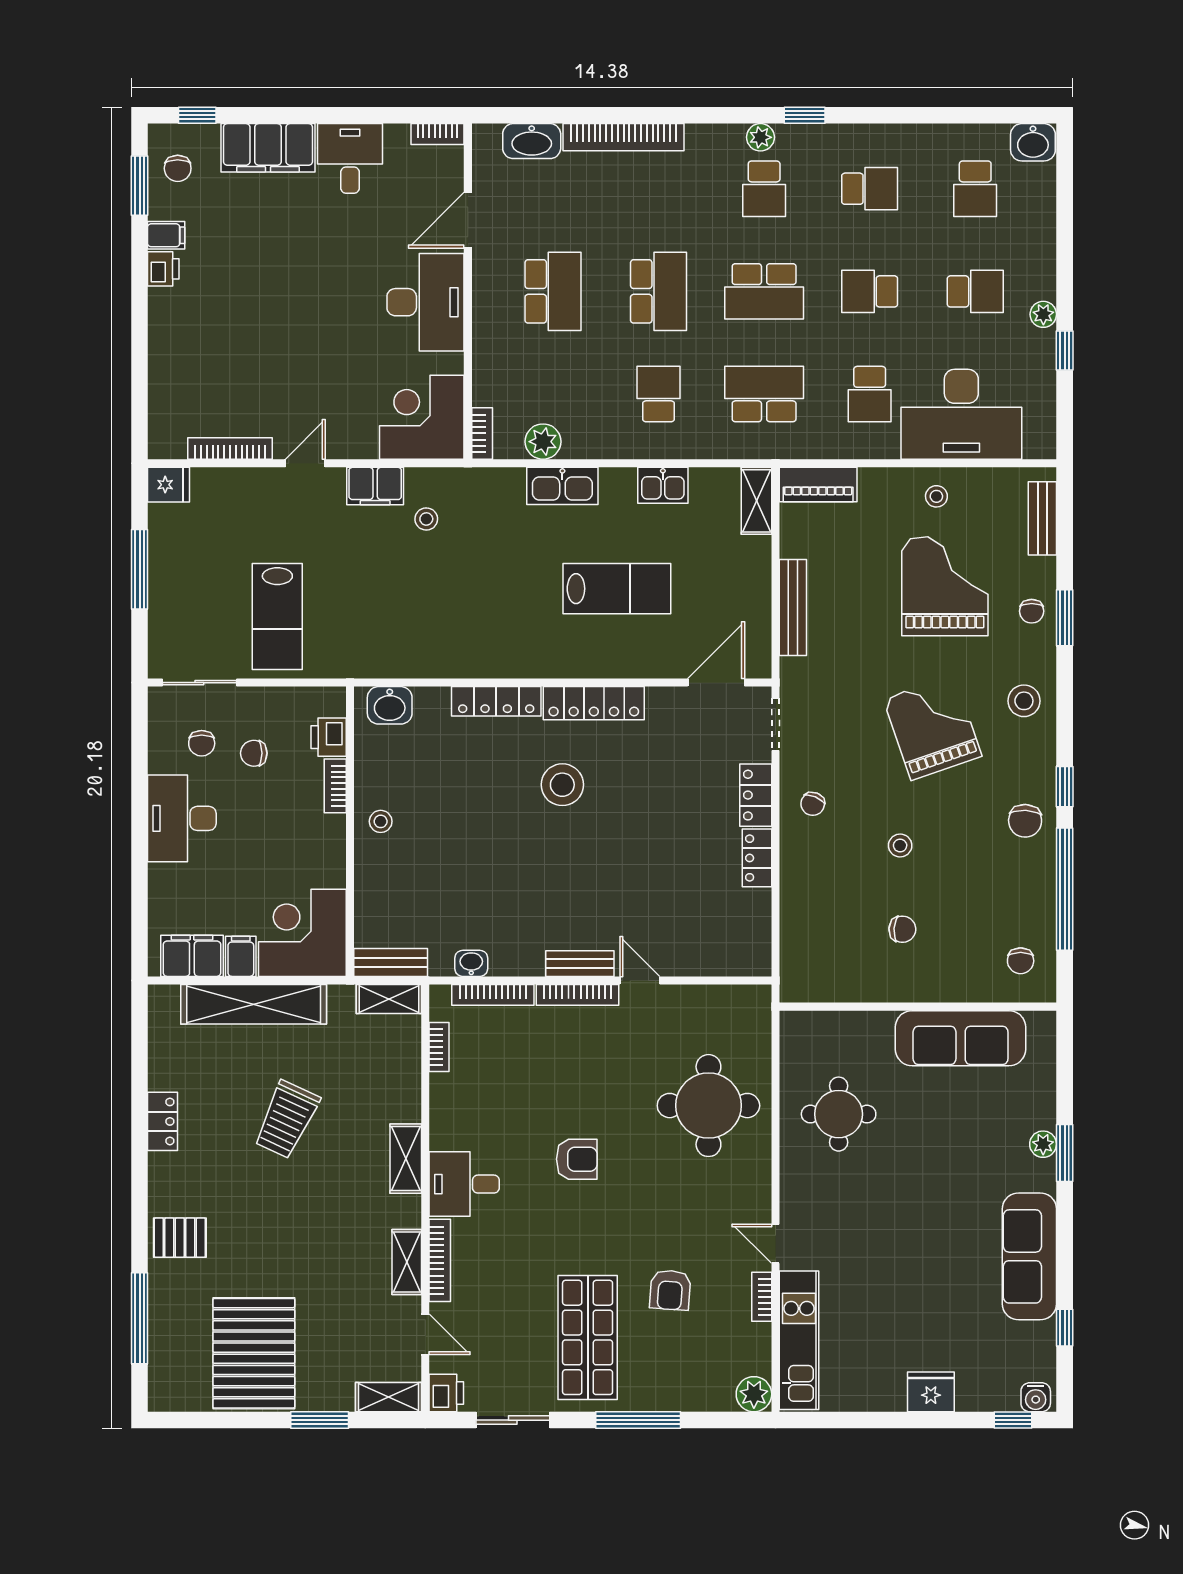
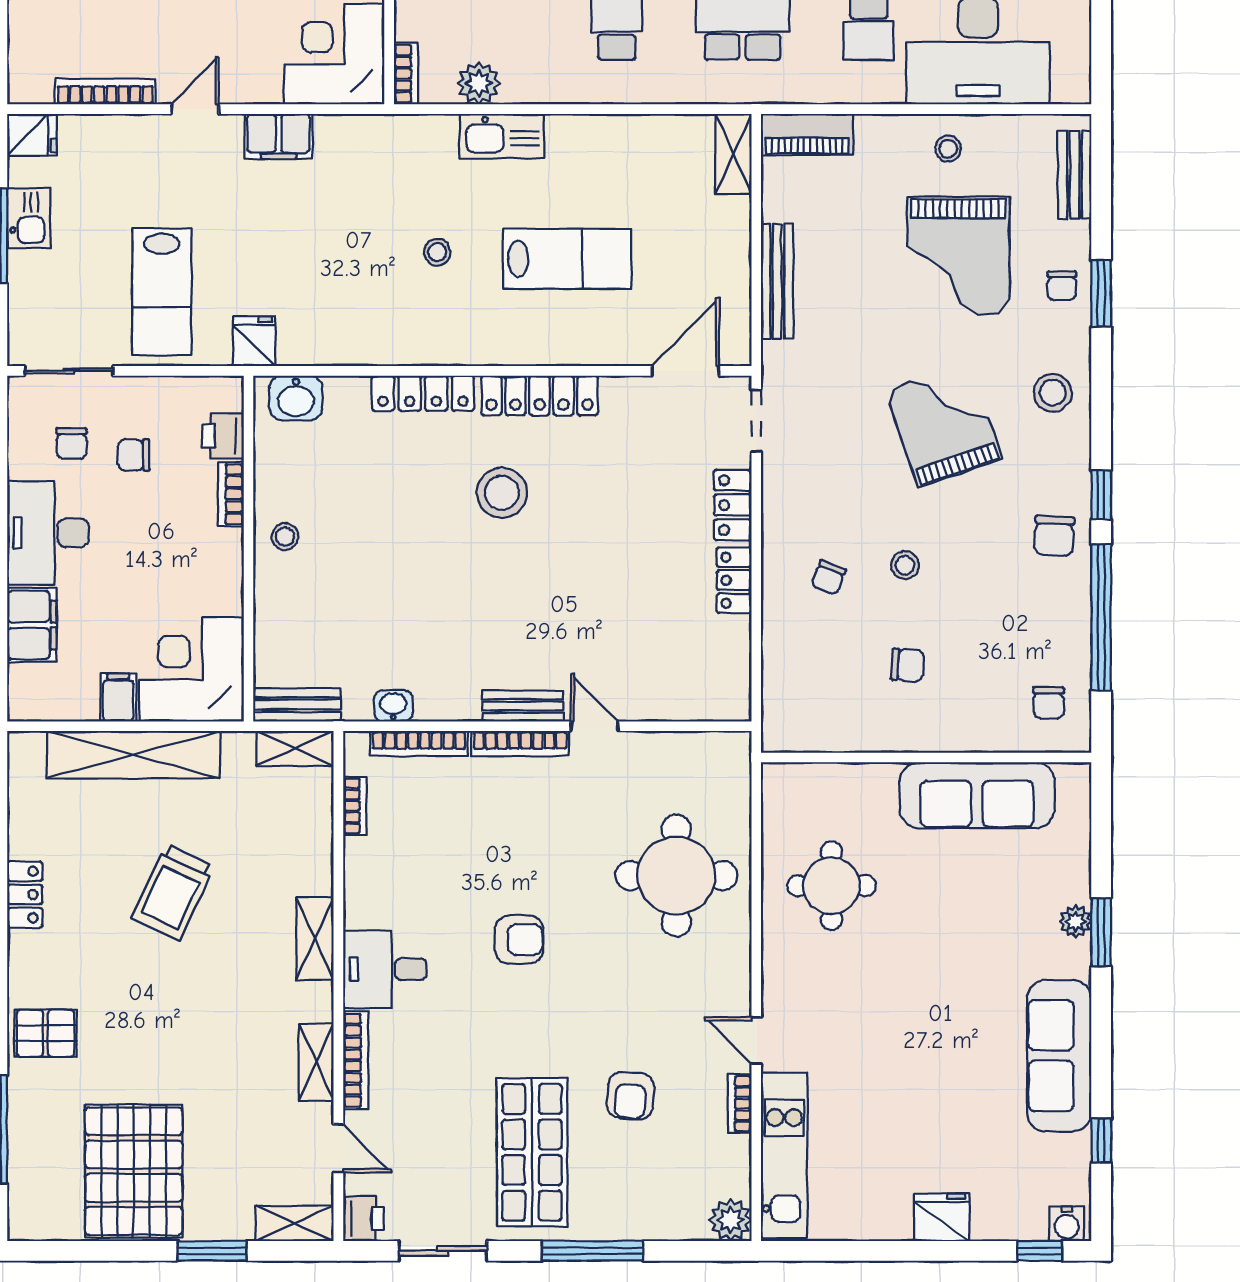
kitchen sink: (663, 485) -> (29, 218), moved, turned -90
stool: (426, 519) -> (437, 252), moved
grand piano: (945, 586) -> (958, 256), turned 180
fridge: (355, 658) -> (254, 341), added
chair: (813, 804) -> (828, 577), moved
filing cabinet: (192, 956) -> (32, 625), moved, turned 90

